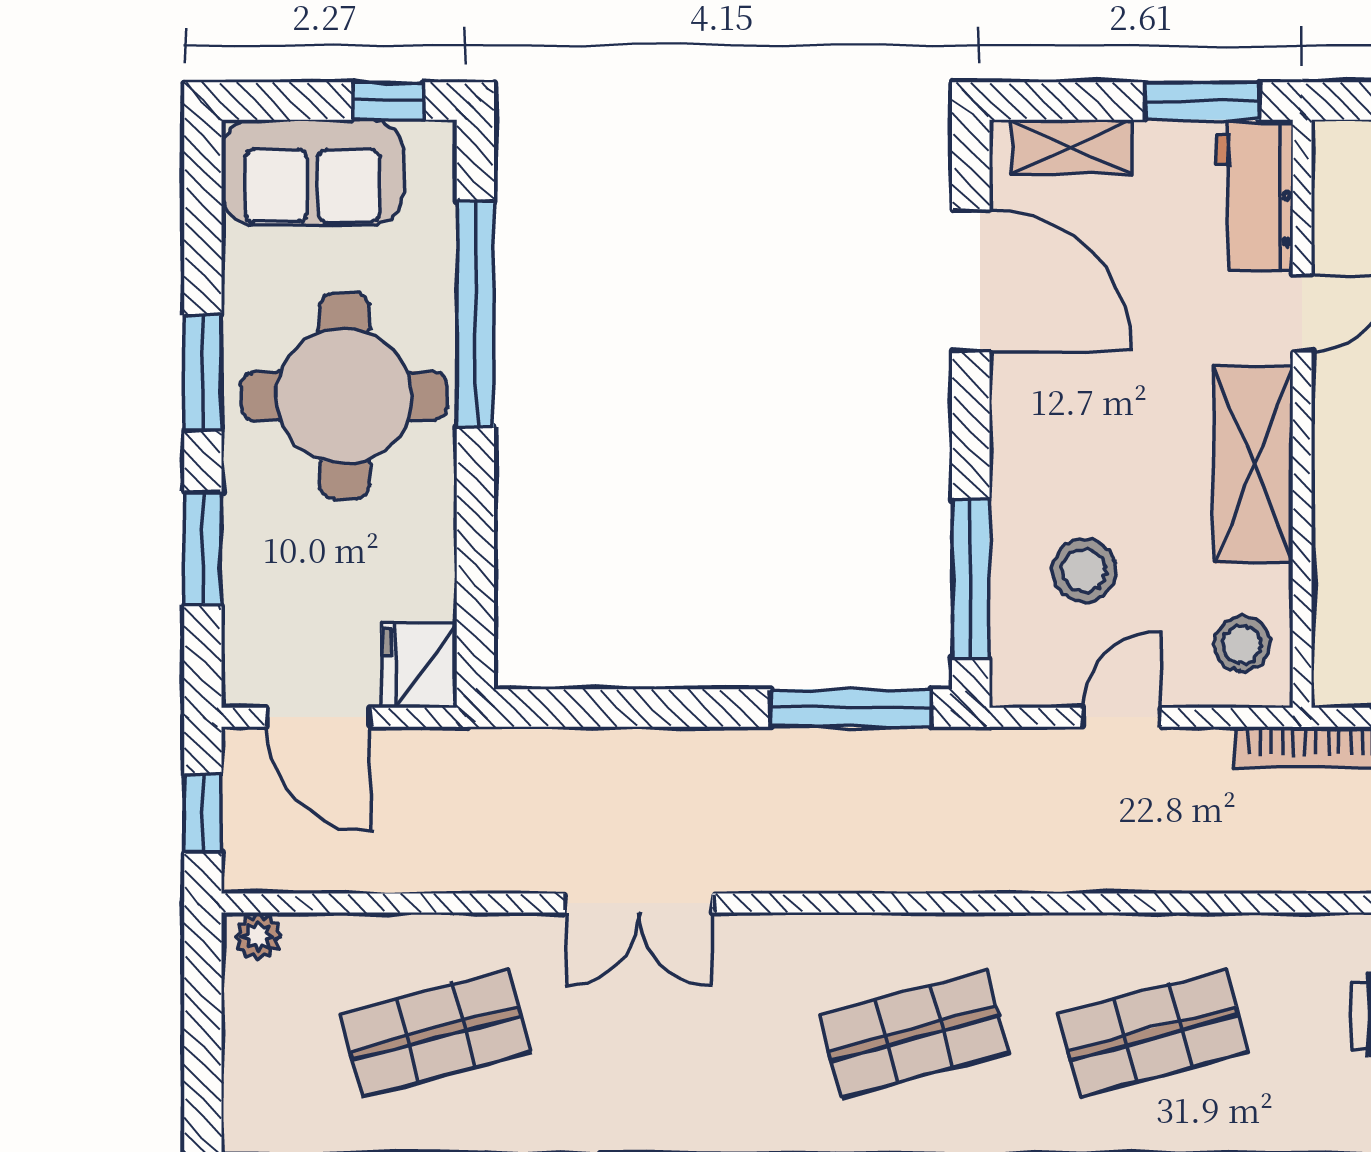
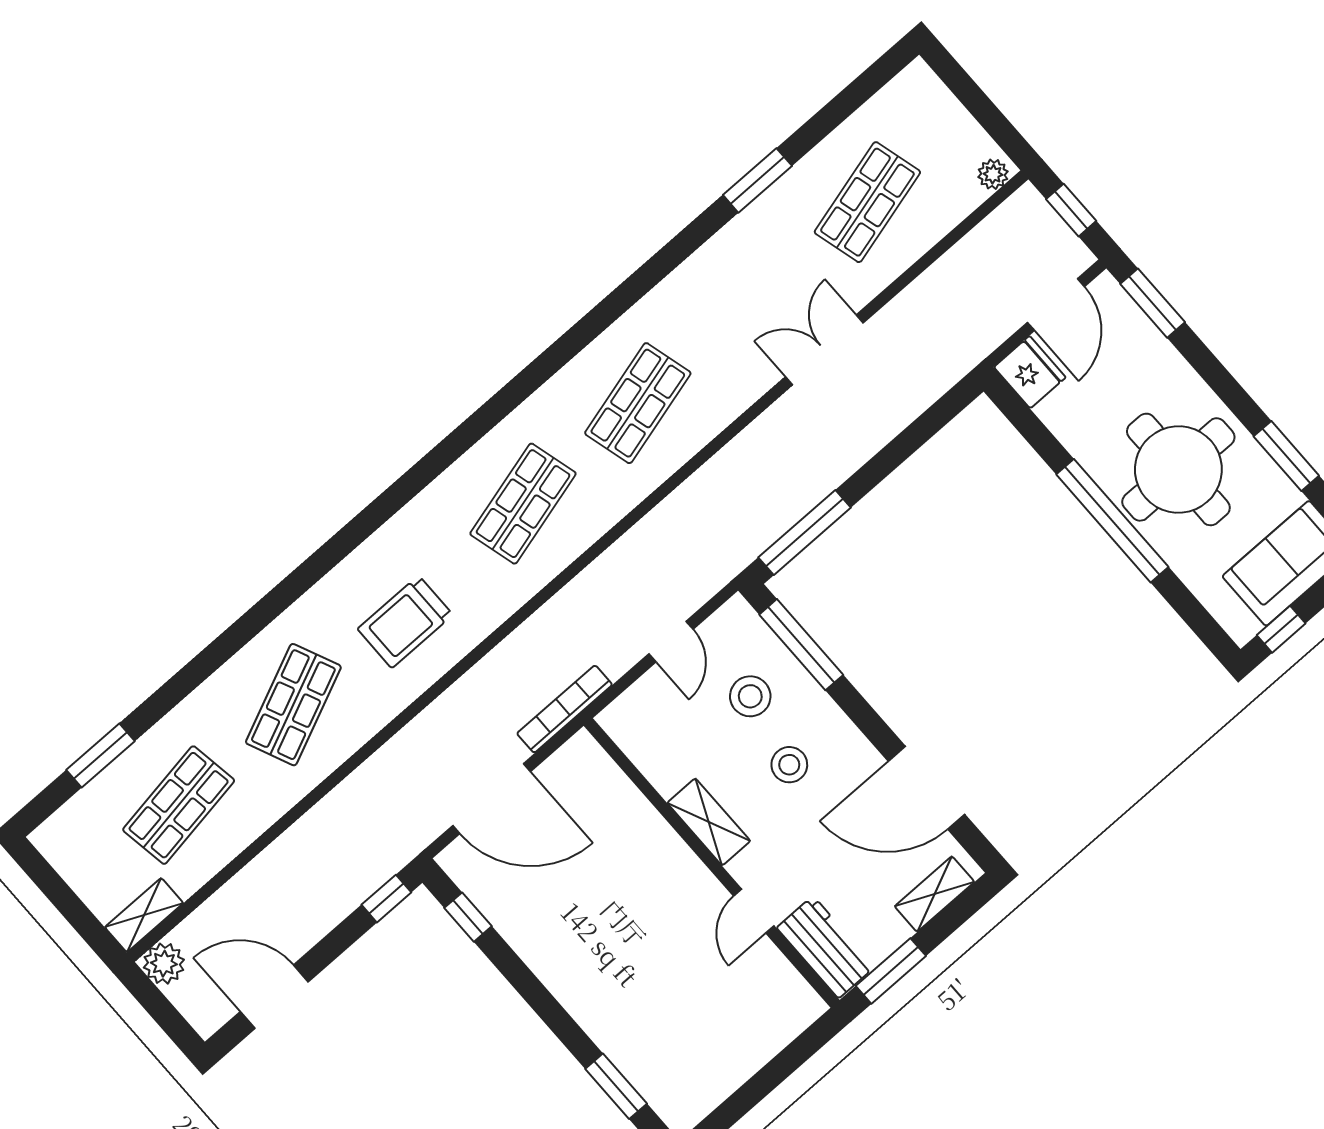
window: (475, 314) -> (1112, 521), moved
window: (203, 373) -> (1286, 456), moved
shelving: (1253, 465) -> (709, 822), width x0.67, depth x0.75
window: (203, 548) -> (1153, 303), moved
stool: (1242, 644) -> (789, 765), moved
door: (319, 717) -> (1056, 305), swing flipped

